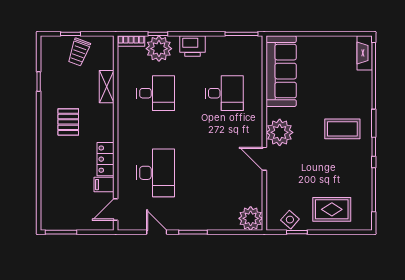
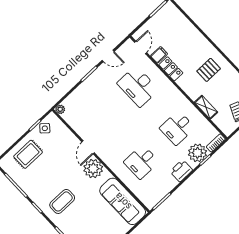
pallet: (68, 122) -> (209, 70), turned 90
door: (264, 159) -> (88, 147), swing flipped
plant: (251, 218) -> (60, 109), width x0.53, depth x0.53

